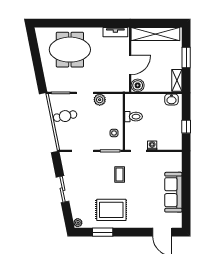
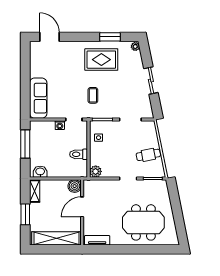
plant: (100, 100) -> (96, 171), moved
window: (186, 127) -> (25, 144), width x2.17
sofa: (173, 192) -> (38, 98), moved

